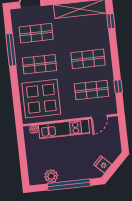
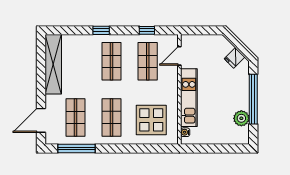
window: (111, 21) -> (101, 30), moved
window: (11, 50) -> (77, 149), moved
display table: (41, 99) -> (151, 120), width x0.73, depth x0.73
door: (99, 117) -> (179, 56), swing flipped

